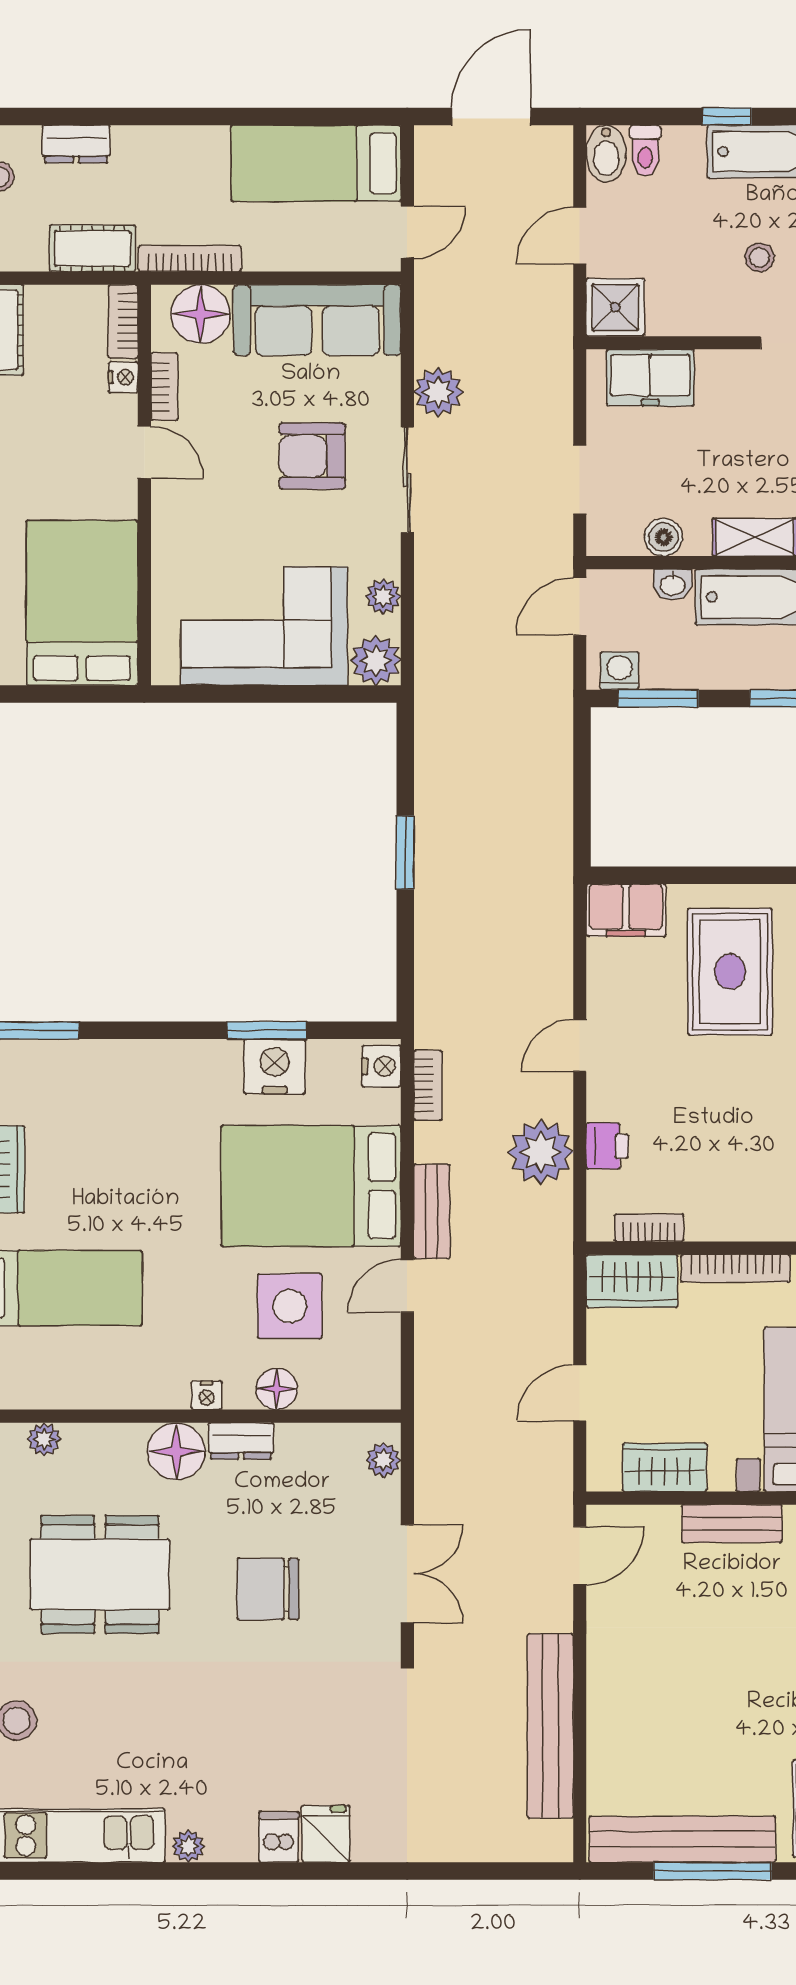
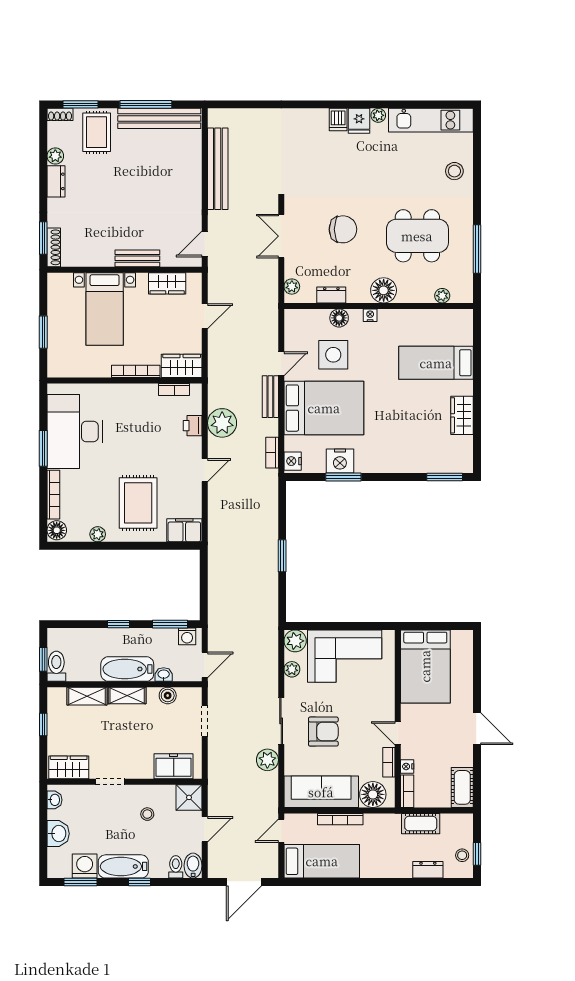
stool: (760, 257) -> (147, 814), moved
bookcase: (190, 259) -> (340, 819), moved
dresser: (241, 1441) -> (331, 295), moved
fridge: (326, 1834) -> (359, 121), moved

